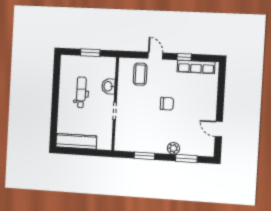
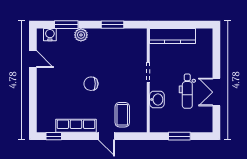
window: (184, 57) -> (54, 136), moved
row of seats: (196, 67) -> (76, 126), moved
double door: (56, 90) -> (216, 92), added
kitchen counter: (76, 141) -> (173, 36), moved
water cooler: (202, 150) -> (50, 35), added

